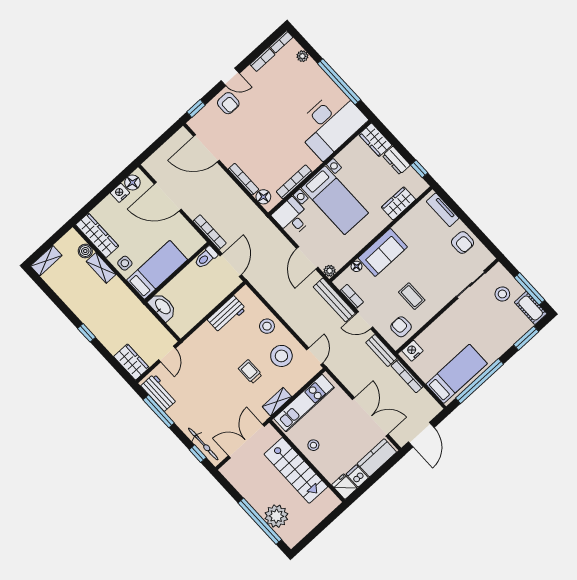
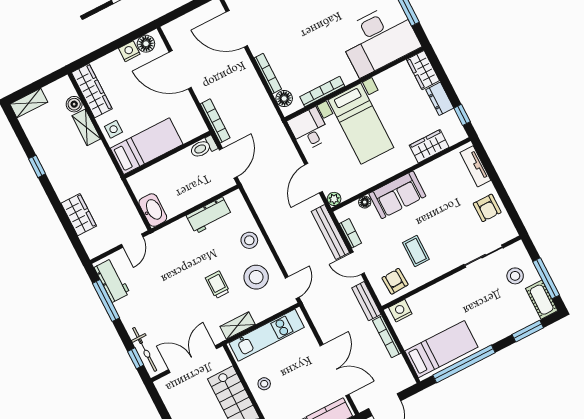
washbasin: (163, 307) -> (153, 210), moved
window: (87, 333) -> (37, 166), moved
wardrobe: (131, 362) -> (79, 215), moved

